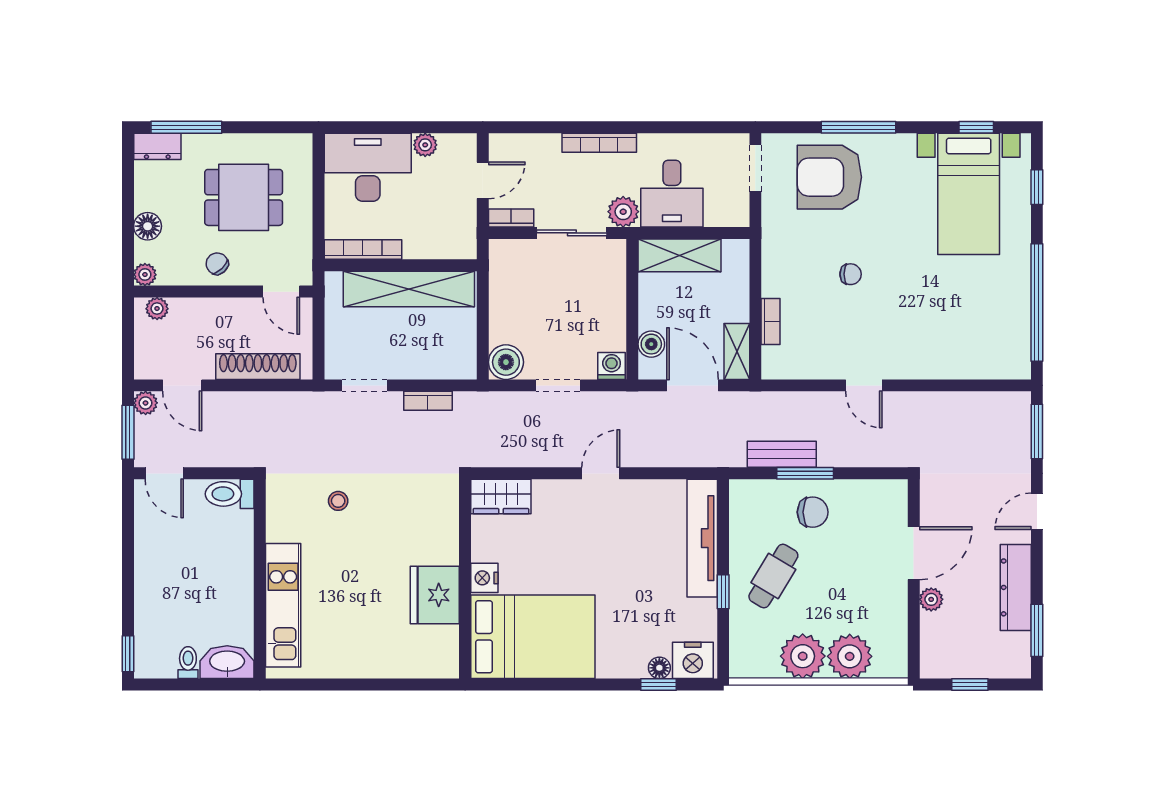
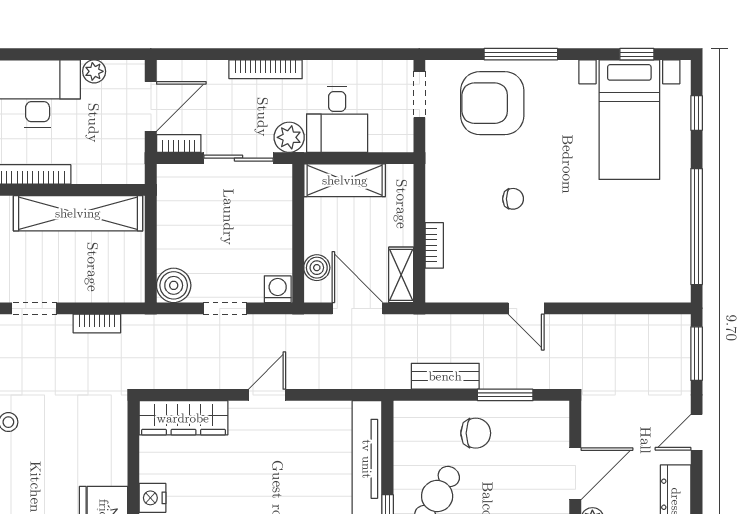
door: (483, 180) -> (151, 106), width x1.37
window: (805, 473) -> (505, 395), moved
wardrobe: (501, 497) -> (183, 418), width x1.50

